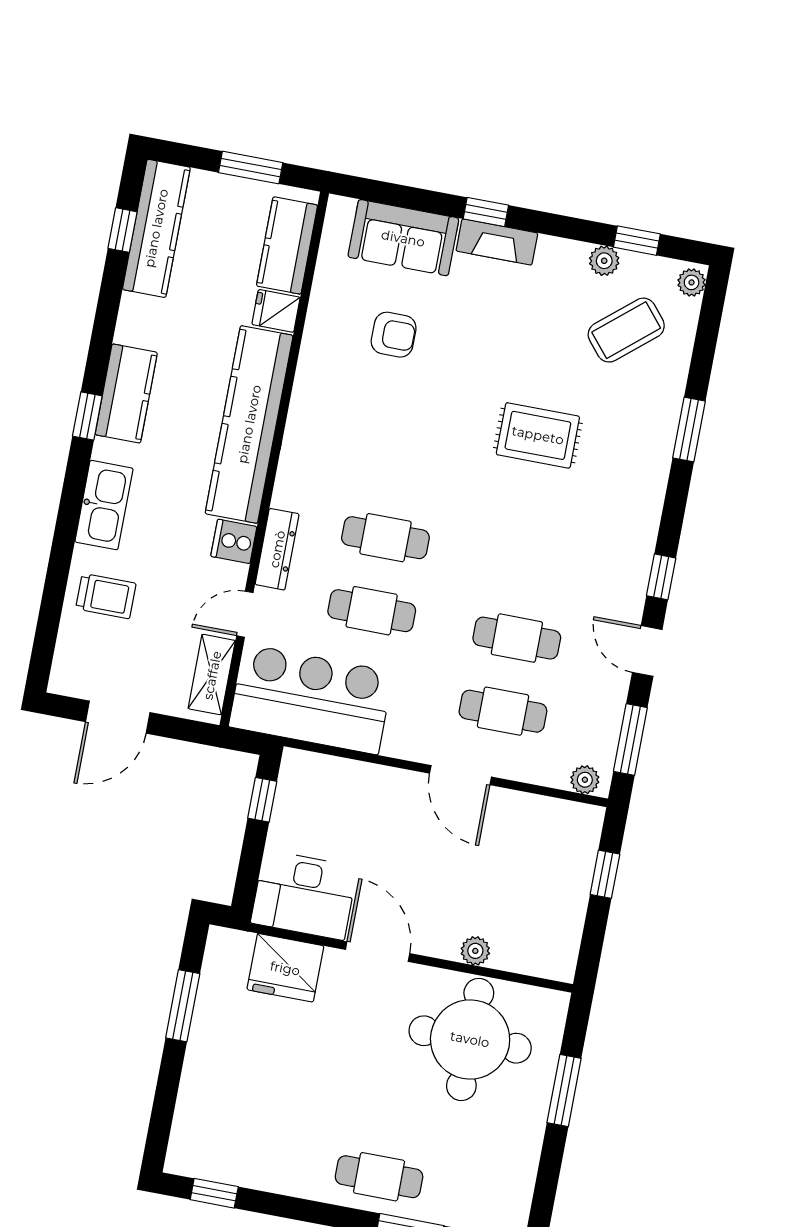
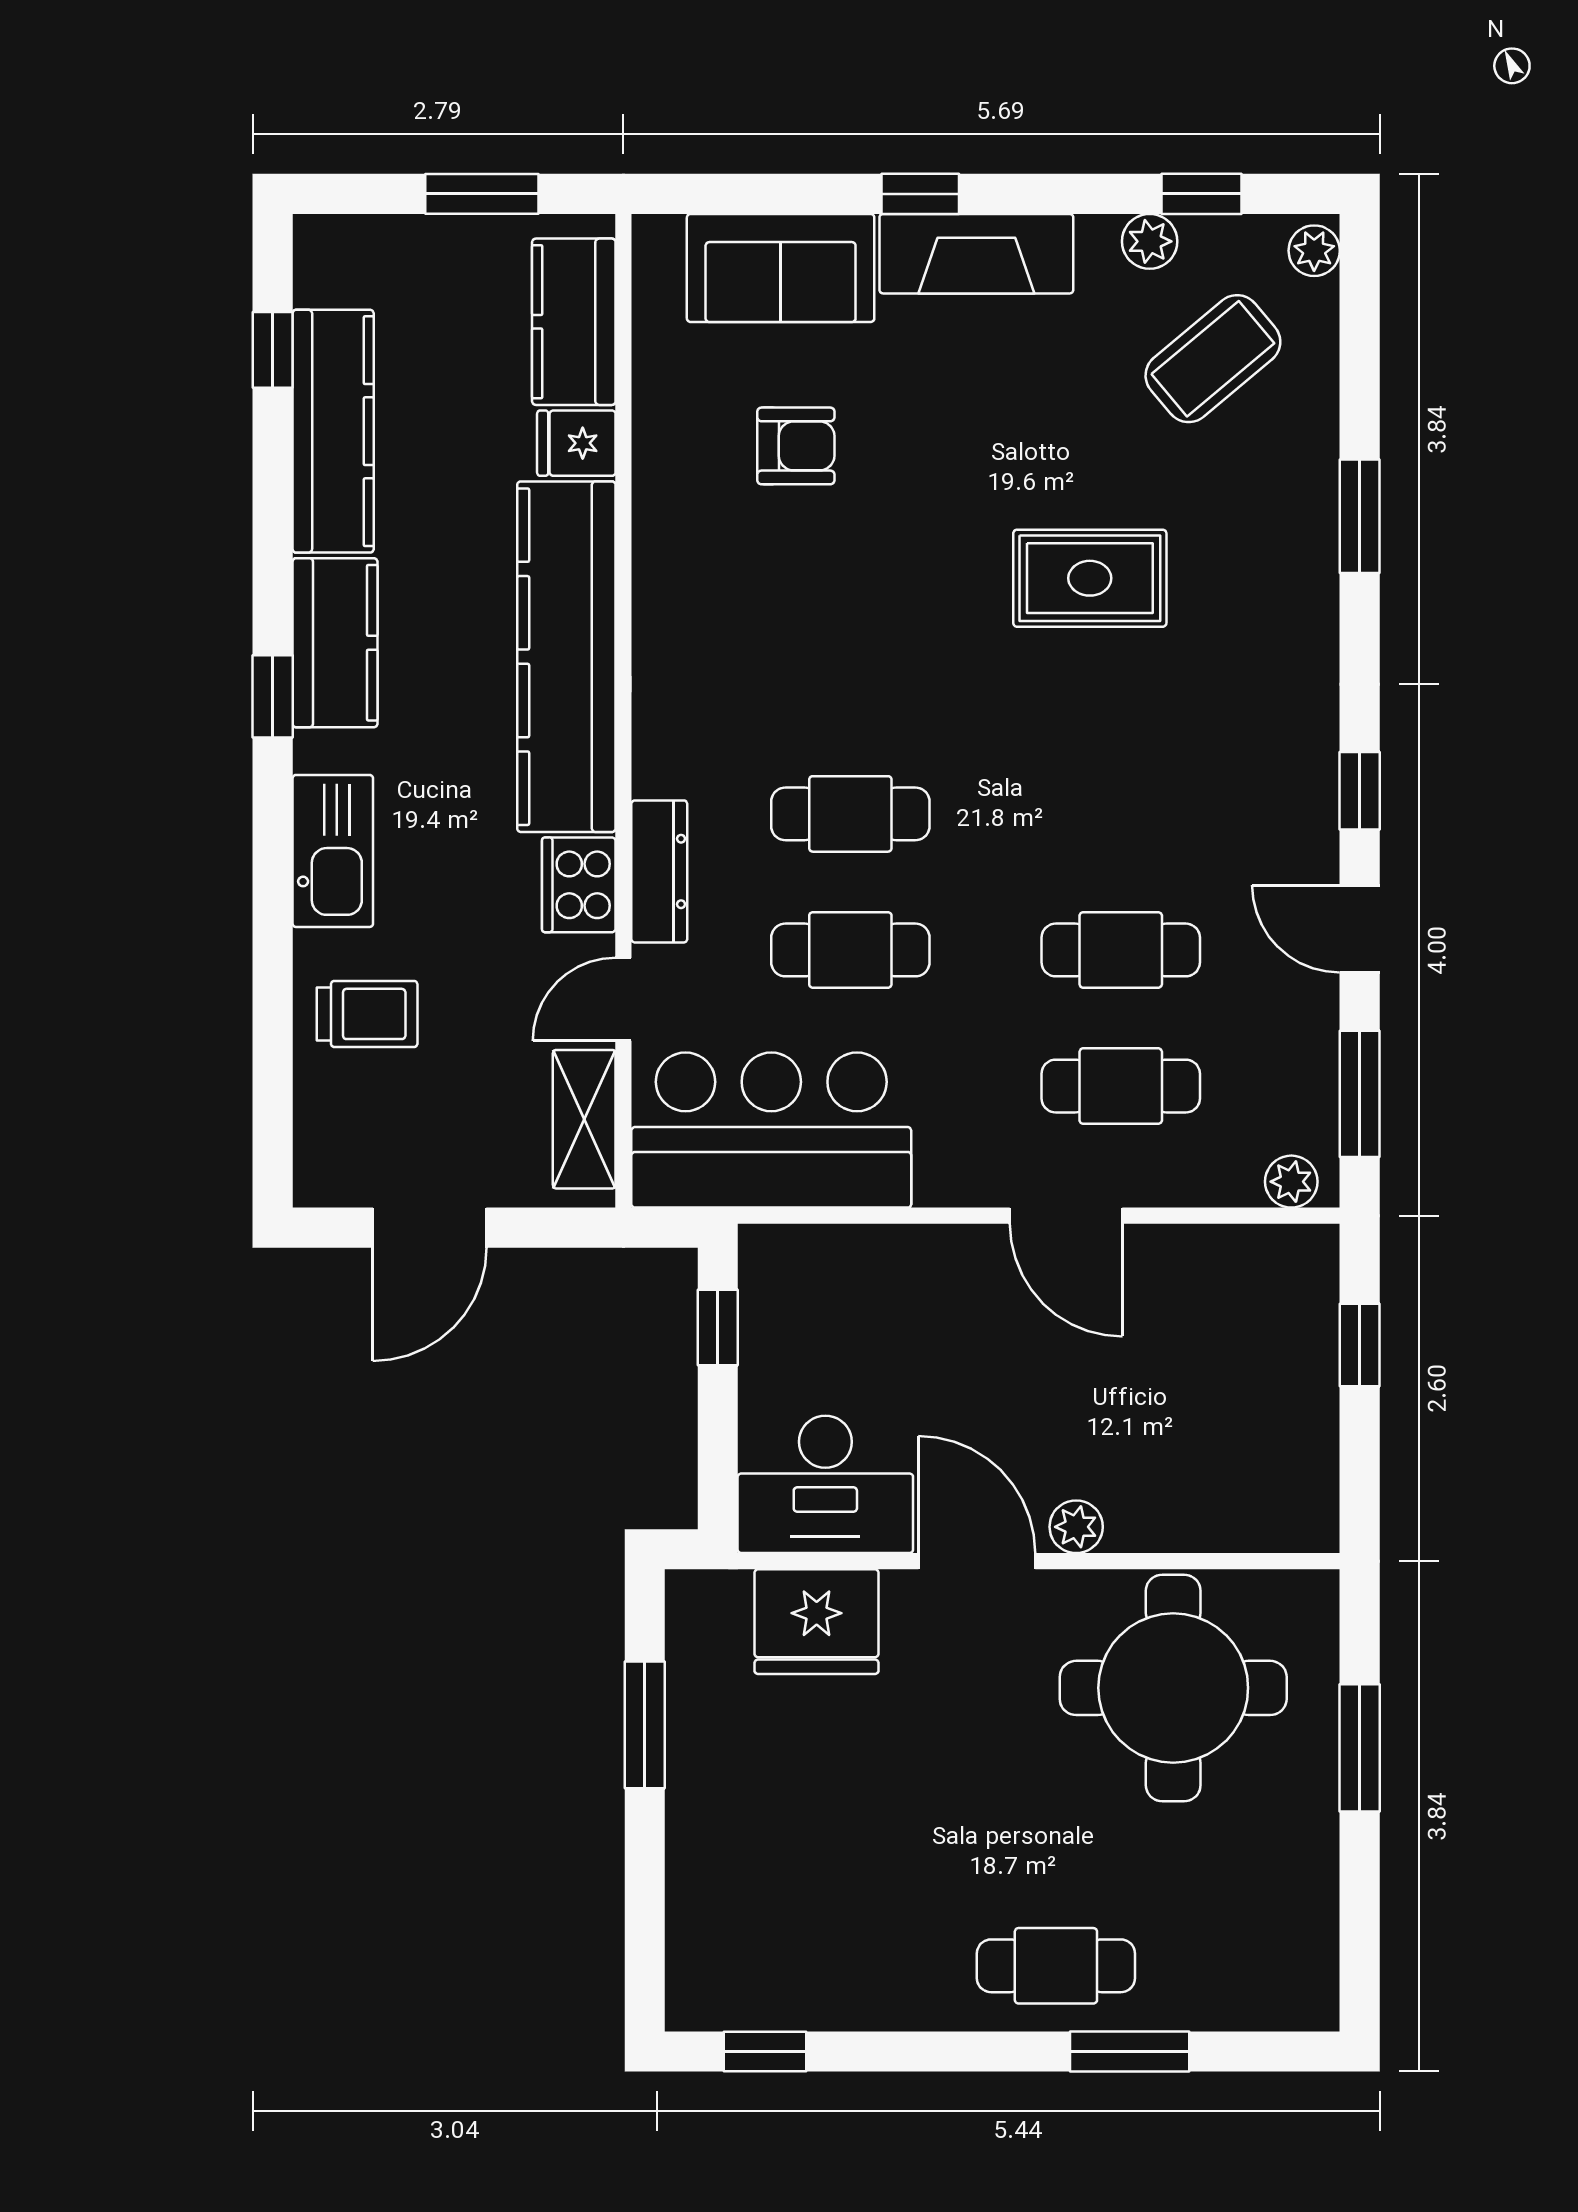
kitchen counter: (156, 228) -> (333, 431), moved
fireplace: (497, 242) -> (976, 254), width x1.37, depth x1.32
cooker: (234, 541) -> (579, 885), width x1.36
plant: (475, 951) -> (1076, 1527), moved

